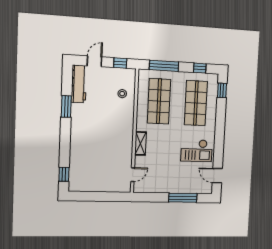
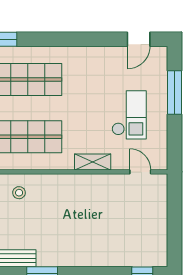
checkout: (197, 151) -> (129, 115), moved

